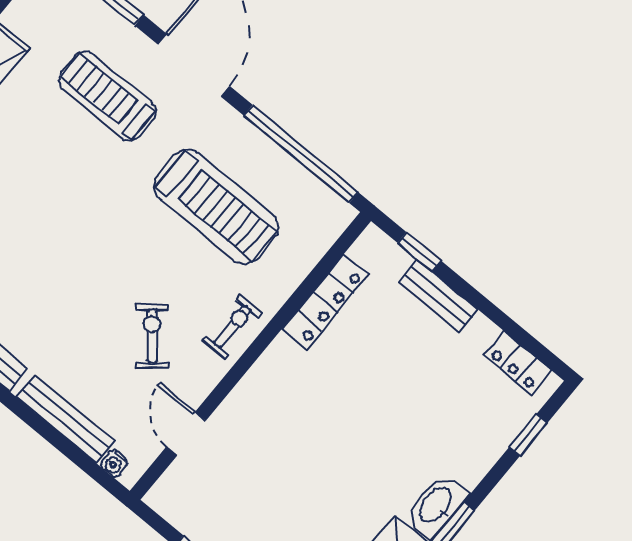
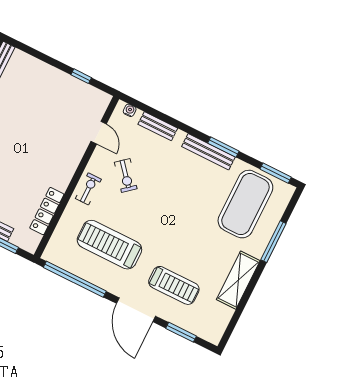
exercise bike: (232, 327) -> (88, 189), turned 180
bench: (66, 419) -> (158, 126), width x0.73

